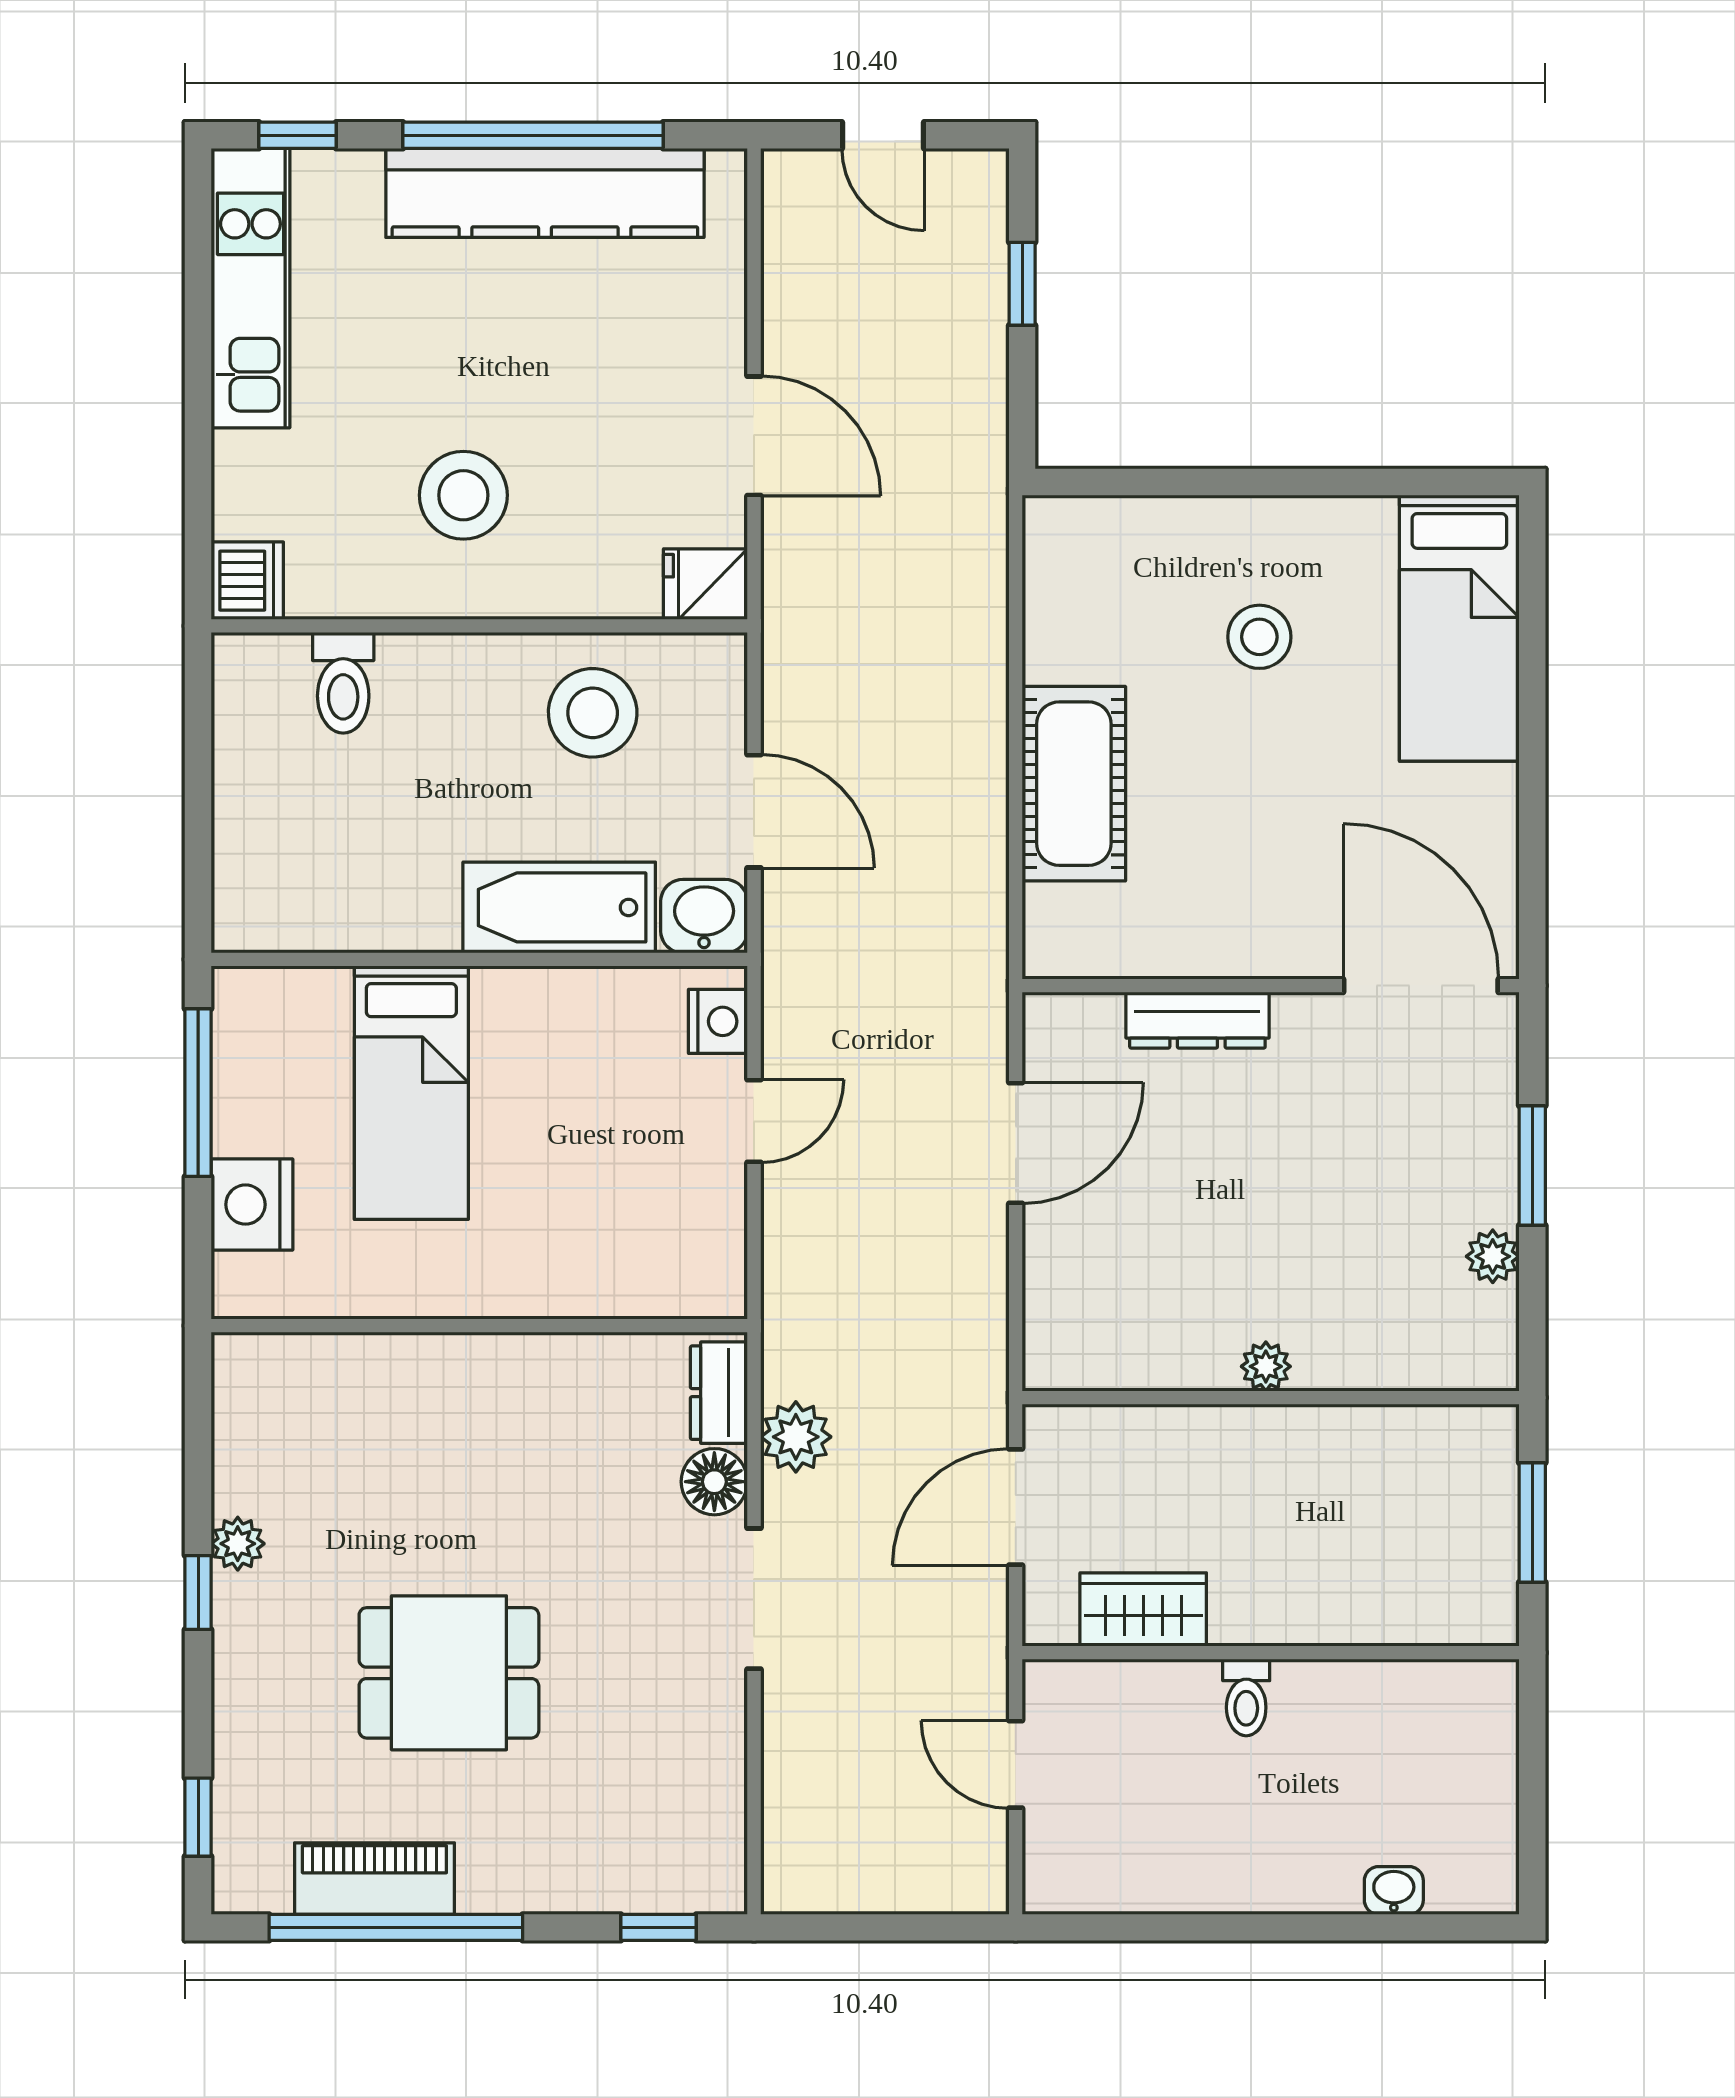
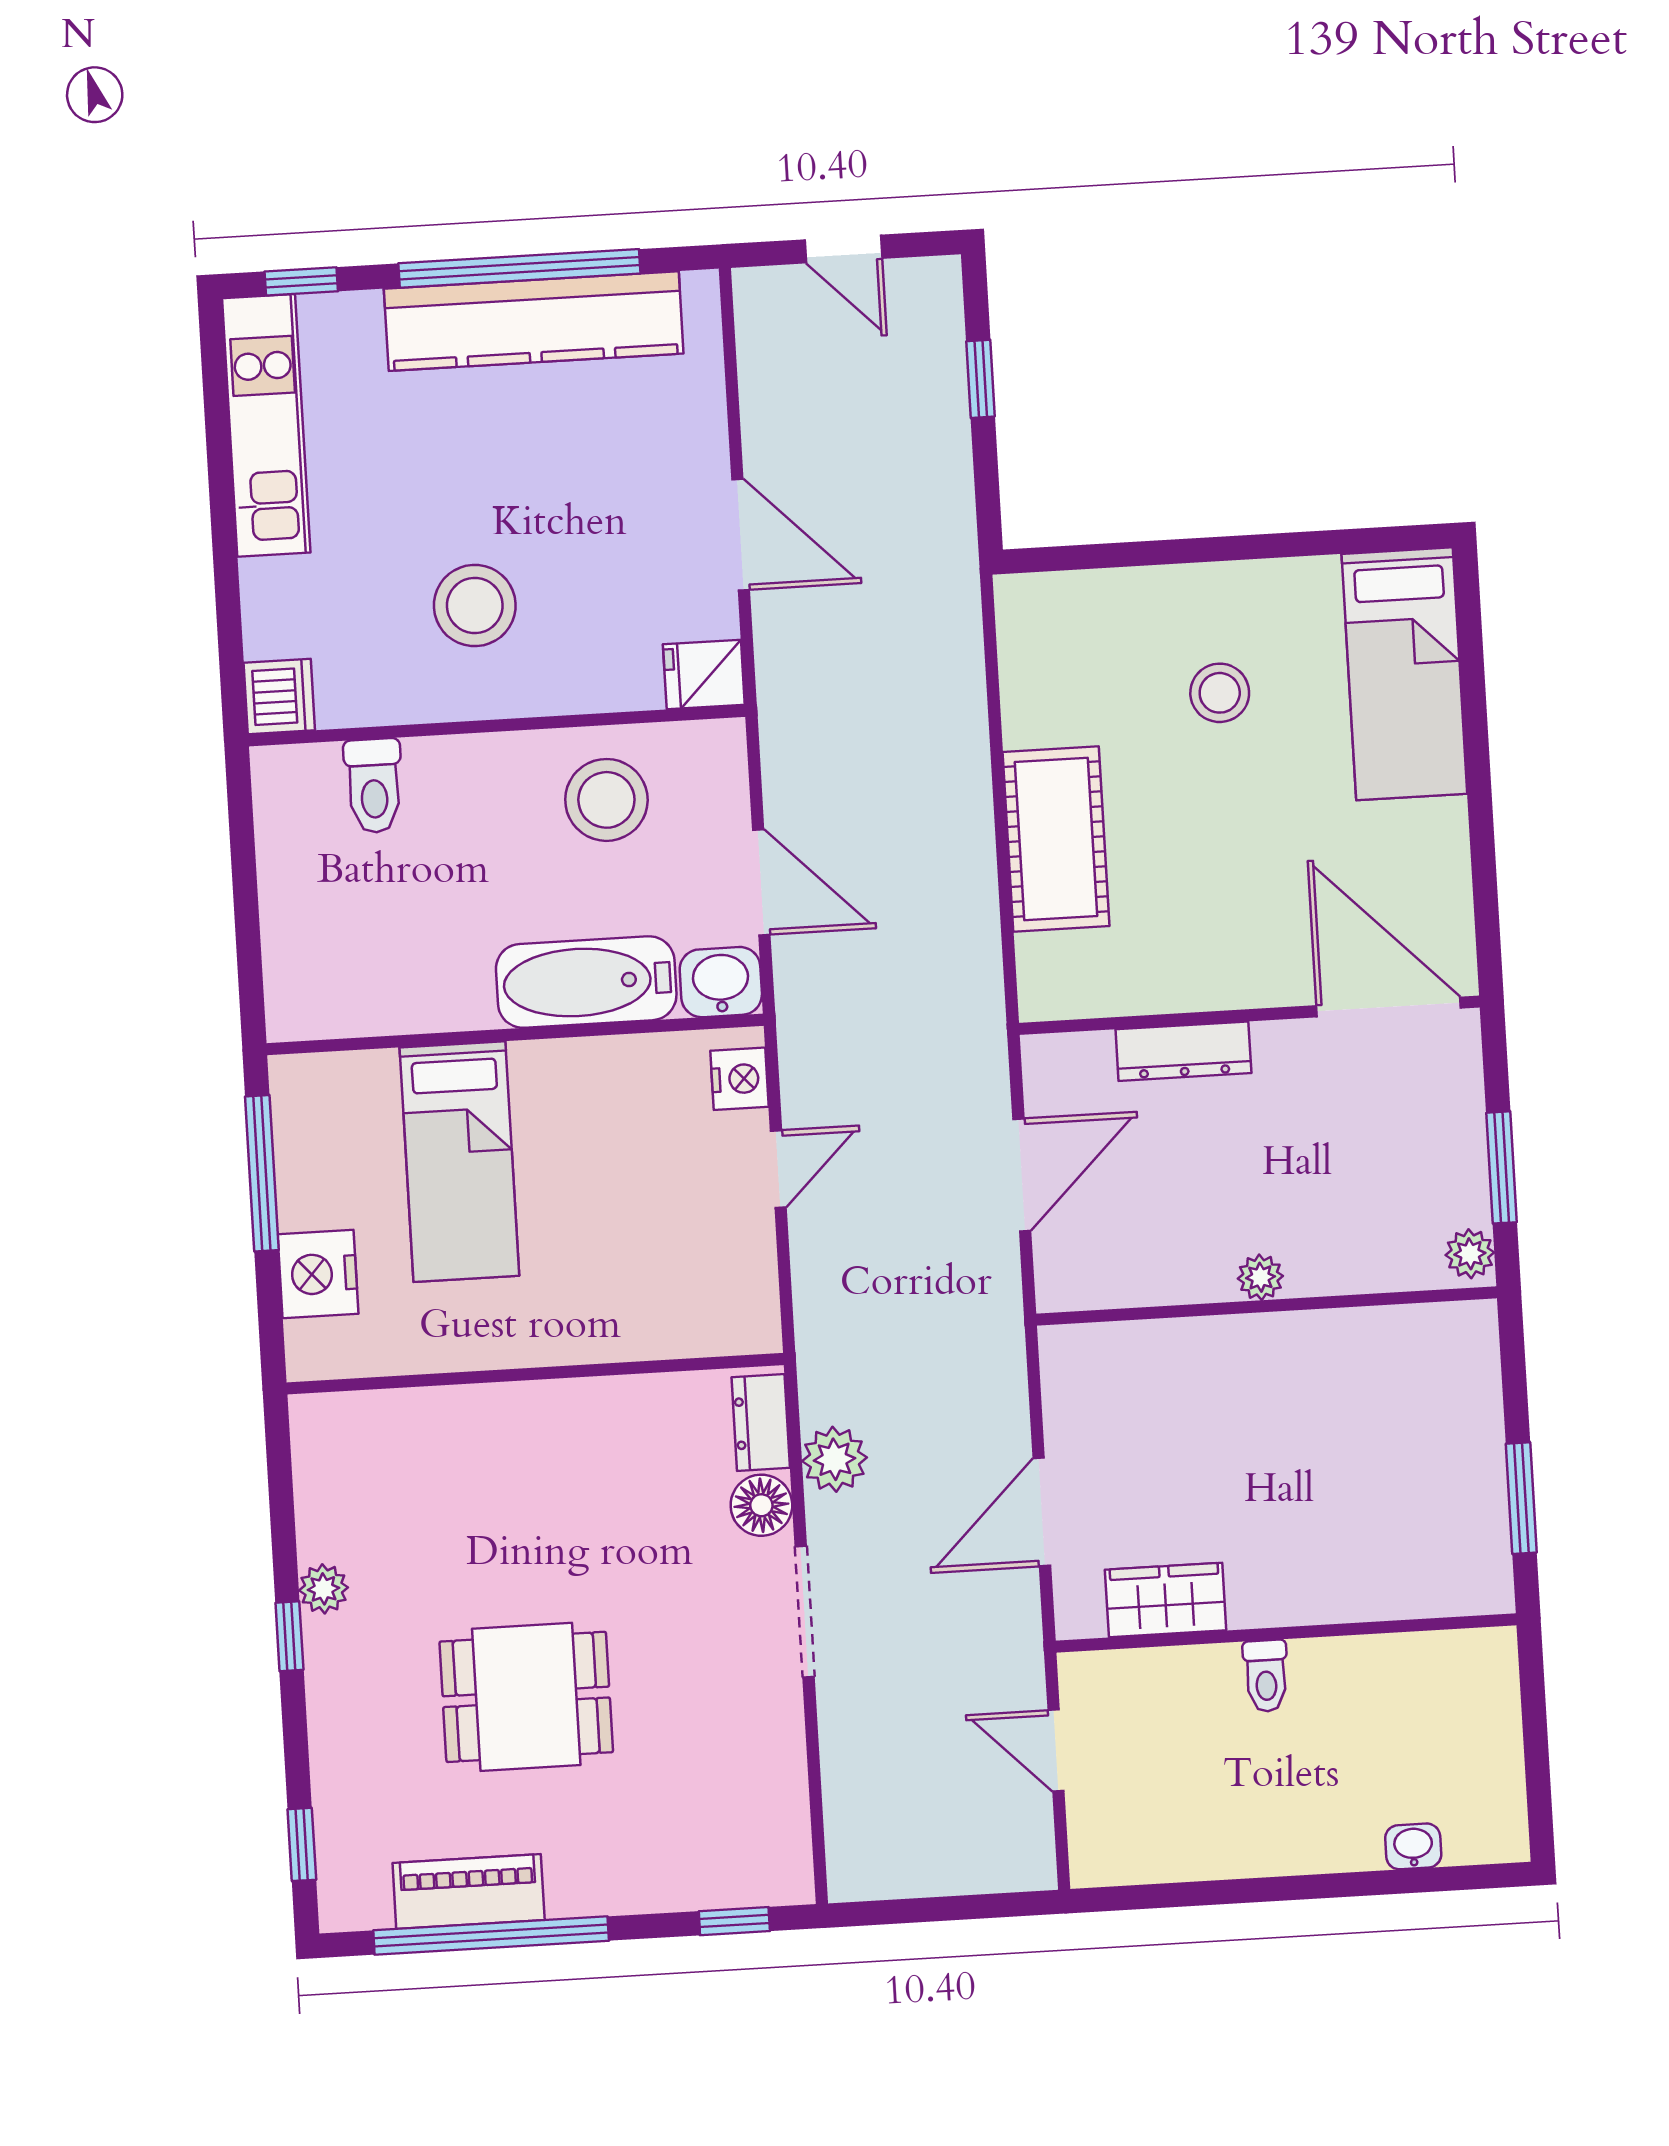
plant: (1266, 1366) -> (1260, 1277), moved
wall: (1271, 1398) -> (1267, 1306), moved

